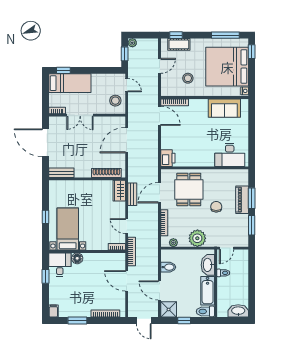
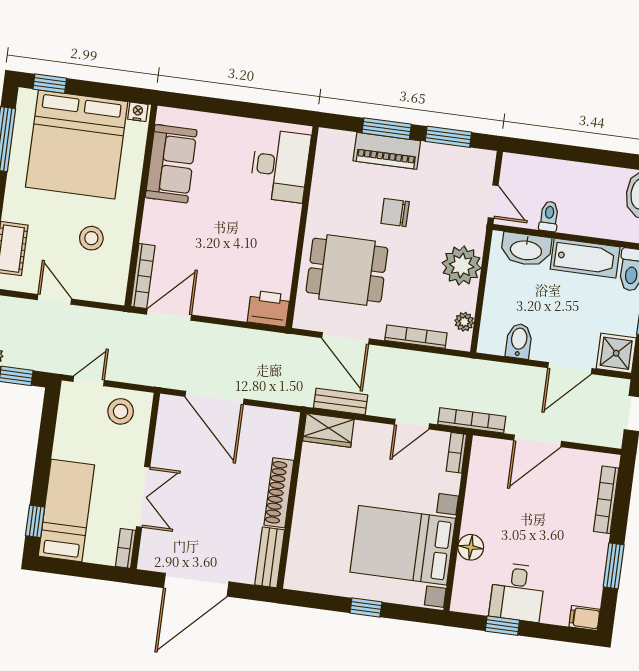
shoe rack: (106, 173) -> (279, 493), moved
bed with nightstands: (68, 229) -> (403, 545), width x1.36
desk: (60, 265) -> (517, 592), moved, turned -90

